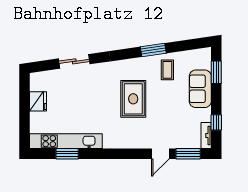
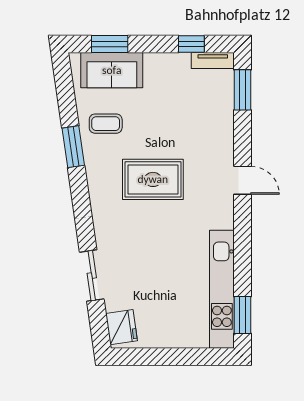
sofa: (200, 89) -> (112, 70), moved
fridge: (38, 101) -> (121, 327), moved, turned 82
window: (67, 154) -> (242, 315), moved
door: (160, 154) -> (242, 180), moved

